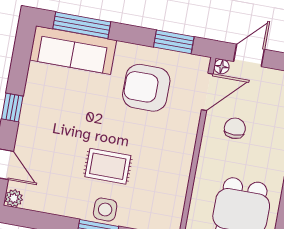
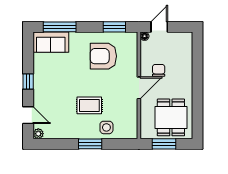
sofa: (73, 50) -> (51, 42), width x0.73
door: (207, 92) -> (139, 88), moved
side table: (105, 210) -> (106, 127), moved

